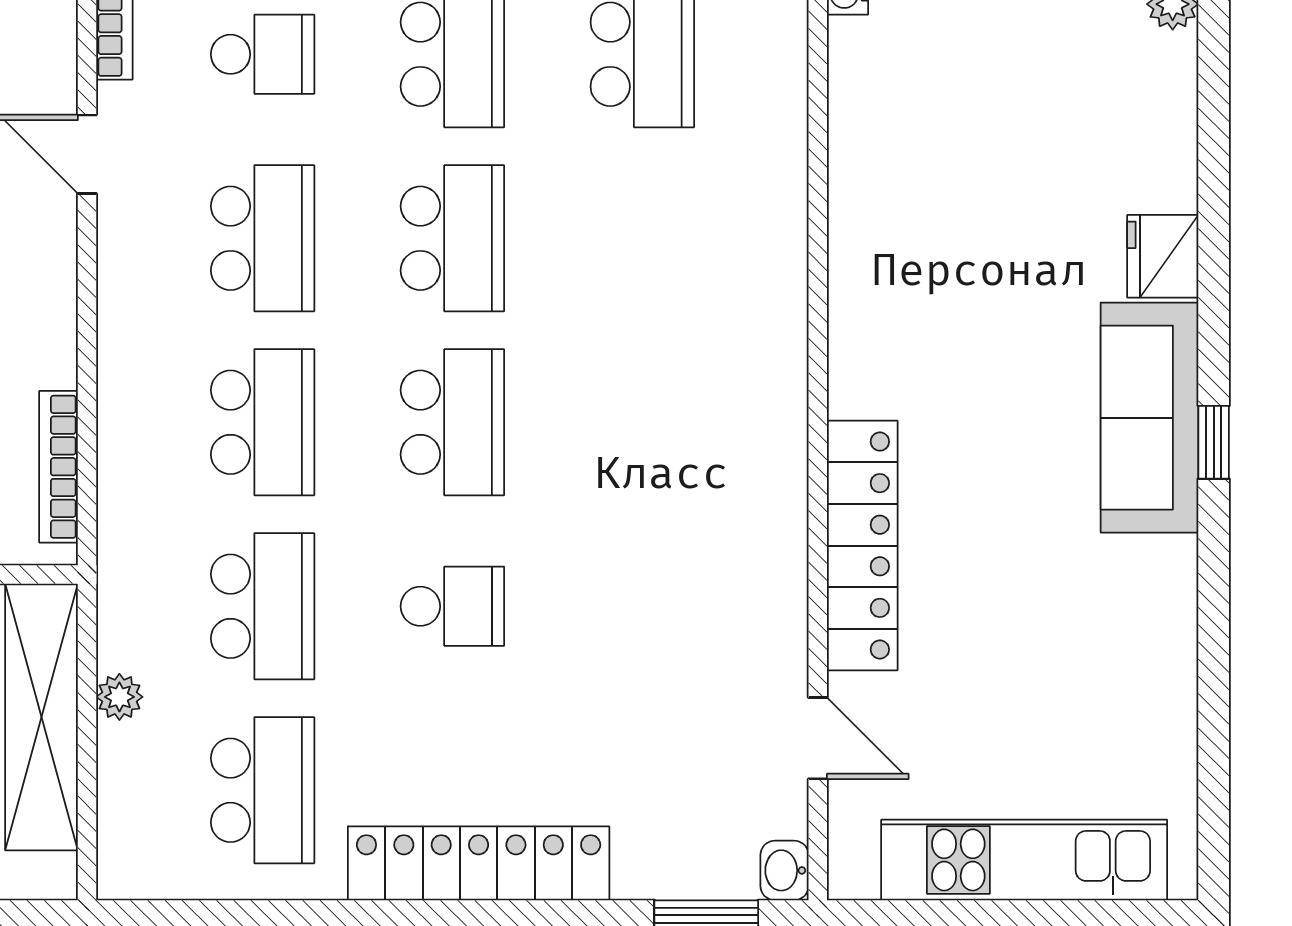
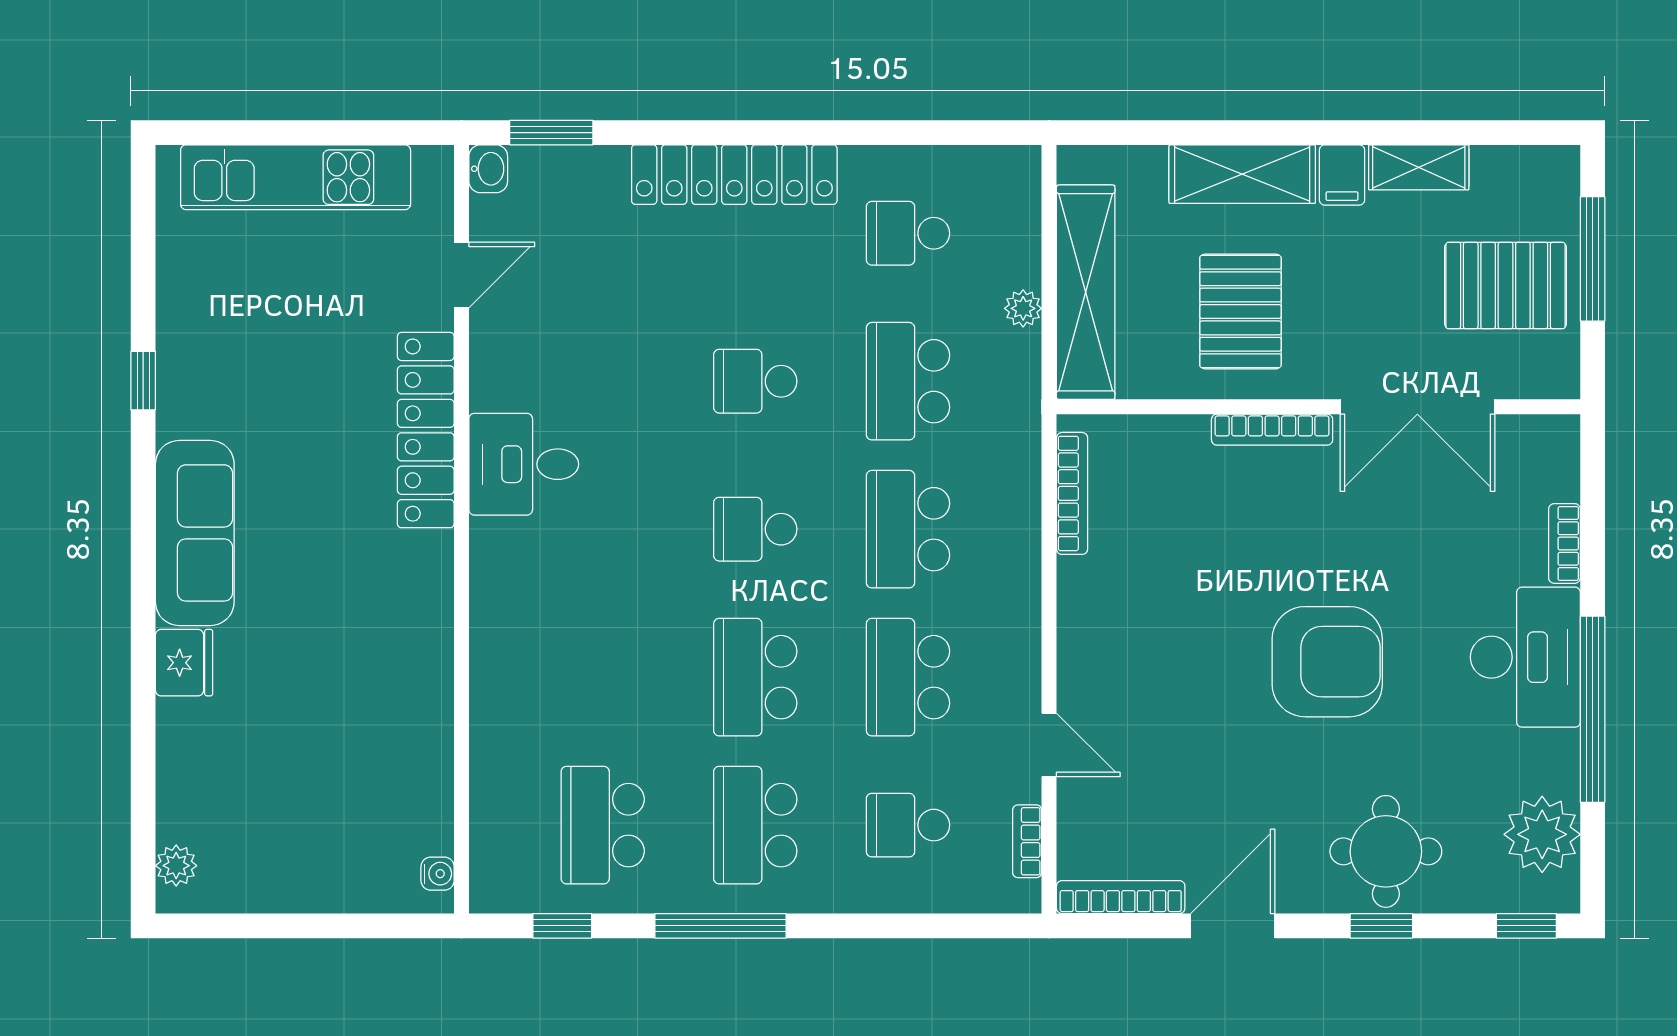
school desk: (452, 422) -> (755, 529), width x0.54
window: (1214, 442) -> (143, 381), moved
desk: (740, 503) -> (524, 464), added
door: (818, 738) -> (462, 275), swing flipped
school desk: (263, 790) -> (908, 233), width x0.54

